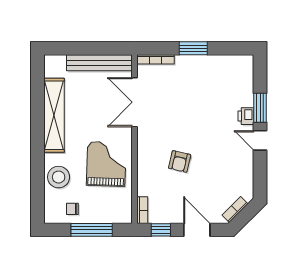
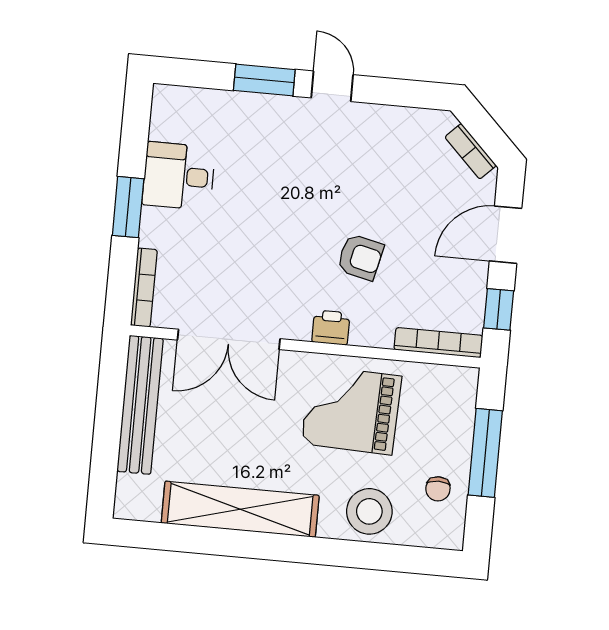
desk: (210, 71) -> (179, 176), added
printer: (246, 116) -> (331, 328), moved, turned 180
door: (260, 140) -> (332, 86), swing flipped
bookcase: (142, 210) -> (438, 343), width x1.56

